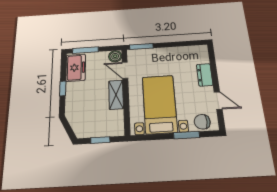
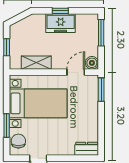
freezer: (76, 68) -> (61, 23), moved
dresser: (205, 75) -> (87, 149), moved
shelving: (116, 95) -> (36, 63), moved

